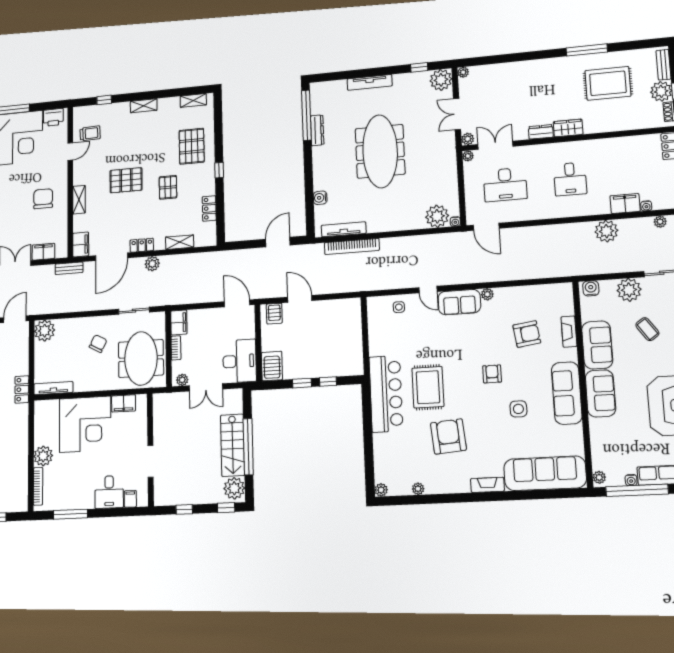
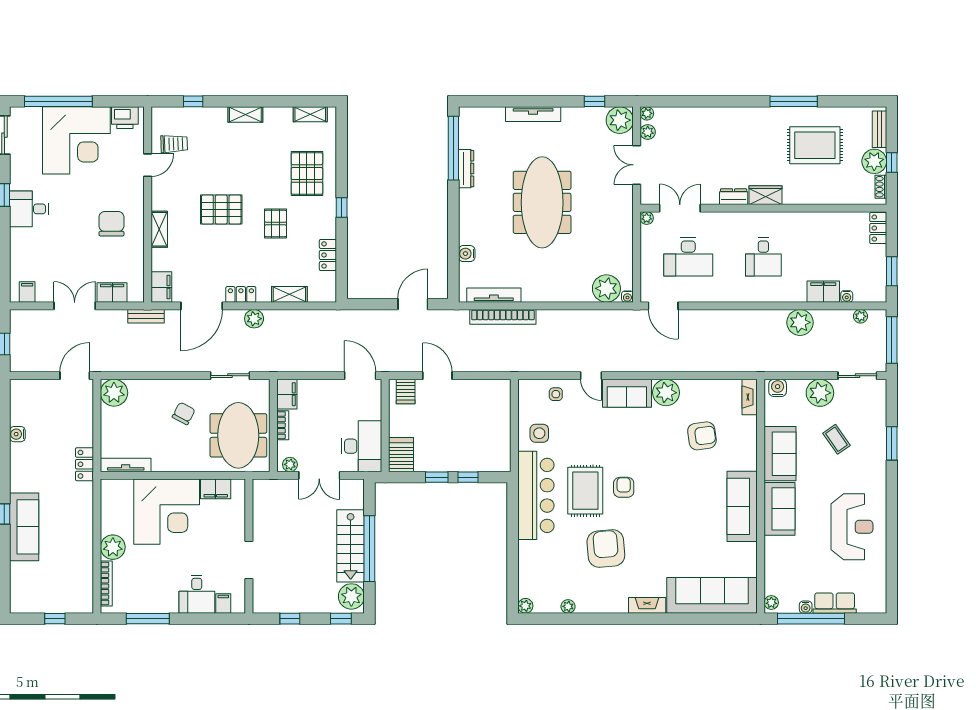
plant: (468, 139) -> (648, 132), moved
plant: (487, 294) -> (666, 393), width x1.87, depth x1.87
fireplace: (569, 332) -> (750, 397), moved
armchair: (492, 374) -> (624, 487), moved
side table: (518, 409) -> (539, 433), moved

